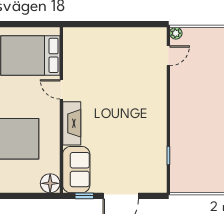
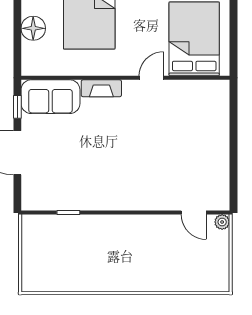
fireplace: (72, 123) -> (101, 88), width x0.73, depth x0.76
floor lamp: (50, 183) -> (33, 28), moved

